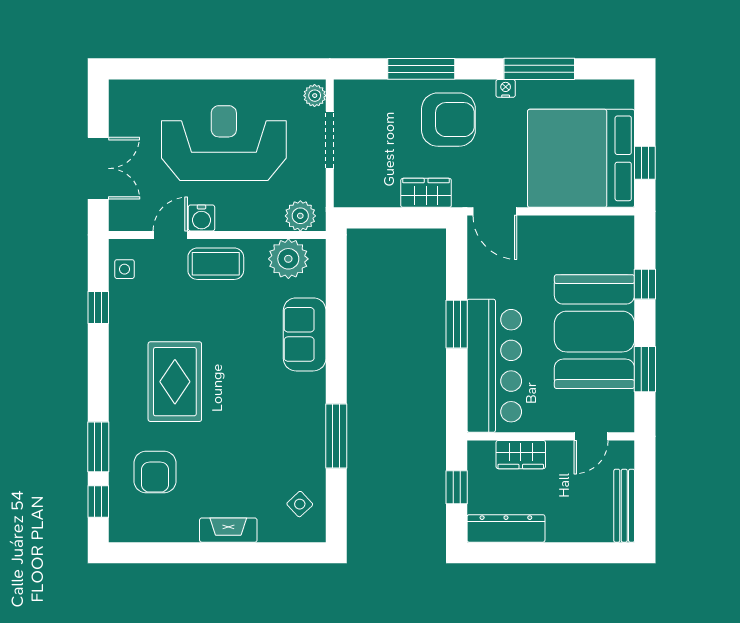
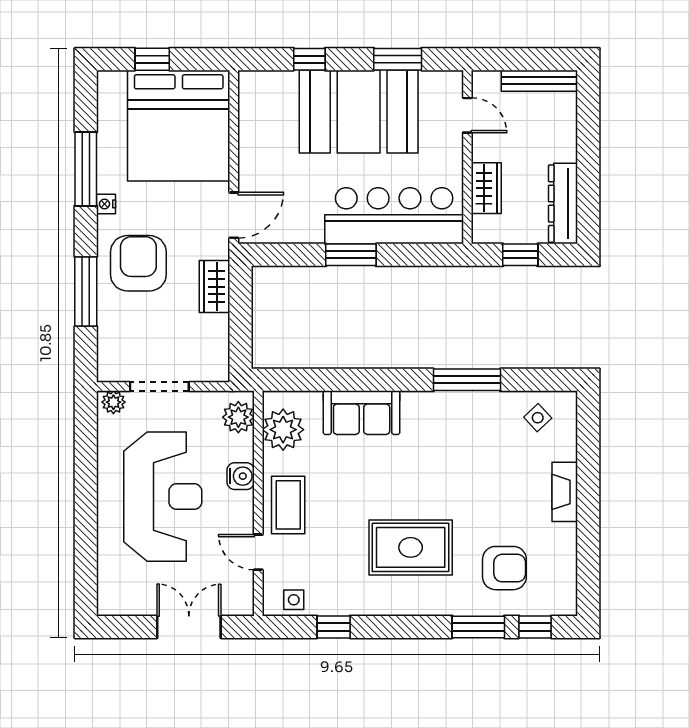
reception desk: (224, 143) -> (163, 497), turned 180
window: (645, 163) -> (152, 59), moved
water cooler: (201, 218) -> (241, 476), moved

